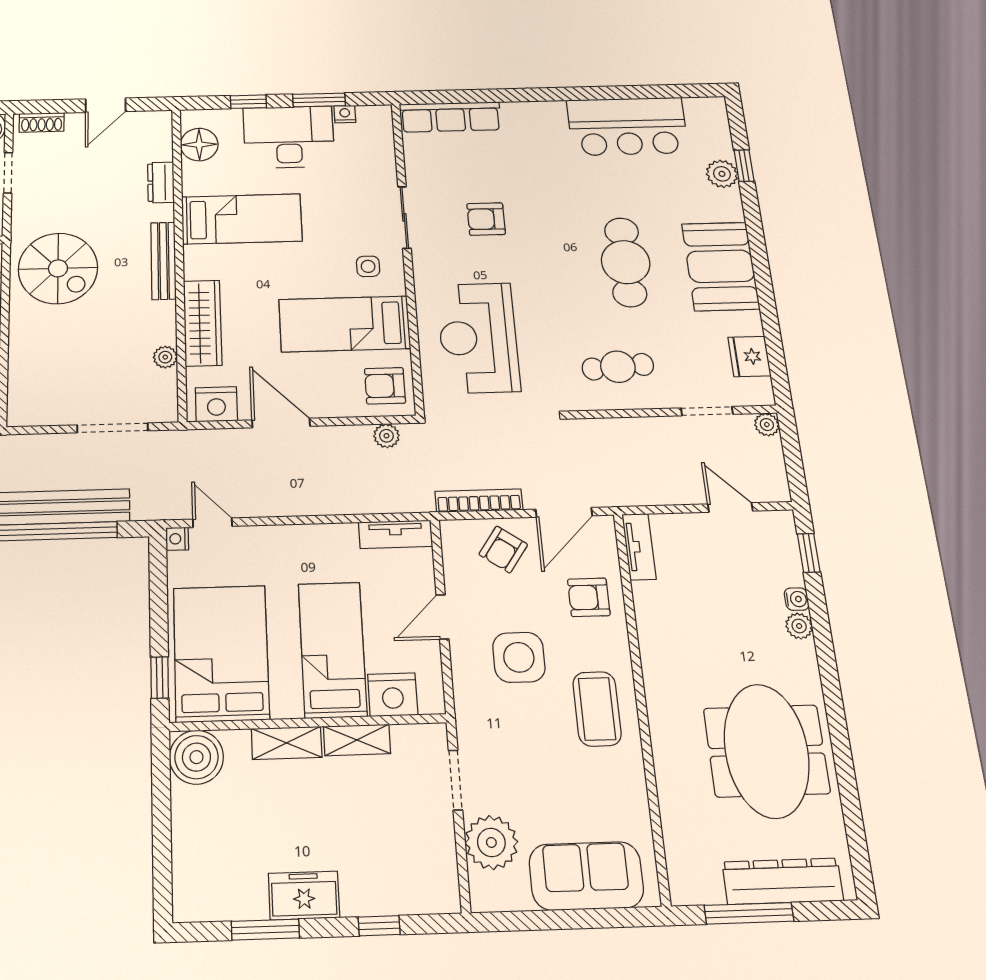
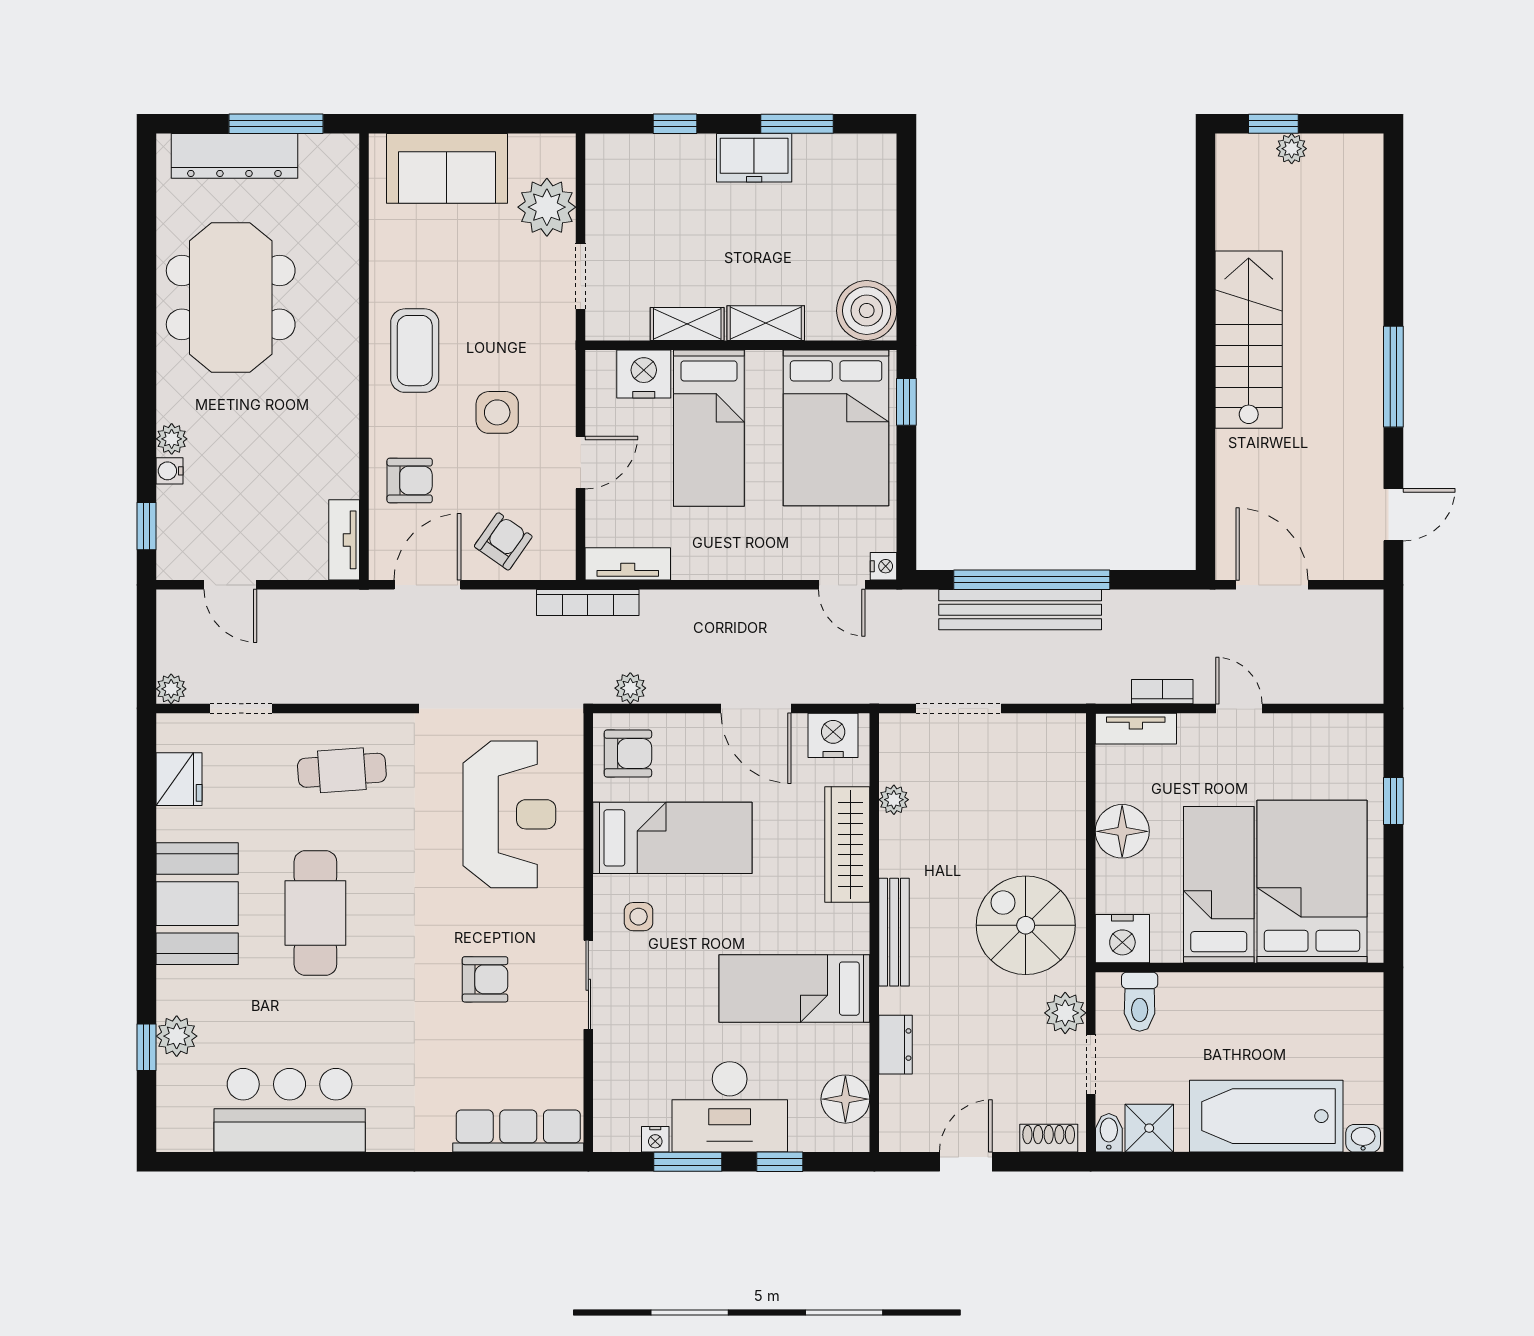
plant: (27, 208) -> (1065, 1013), added
bookcase: (479, 501) -> (588, 603), moved
side table: (519, 657) -> (497, 412), width x0.73, depth x0.73

